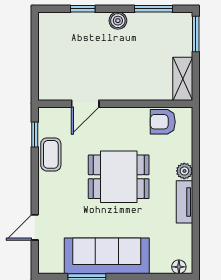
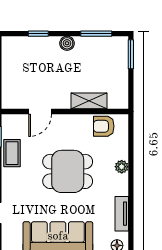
shelving: (183, 79) -> (89, 101), moved, turned 90
tv unit: (185, 202) -> (122, 214), moved

